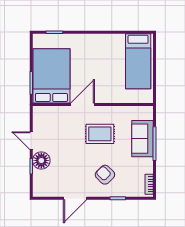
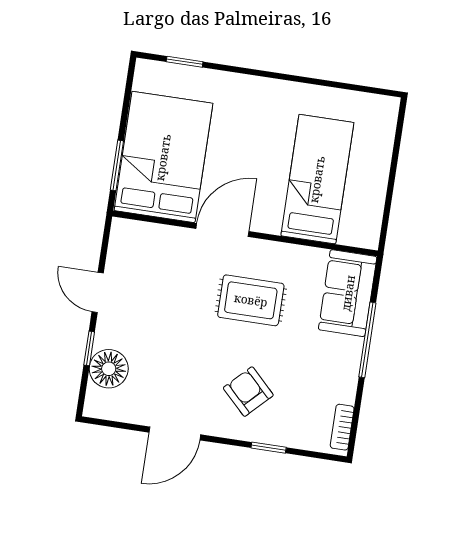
bed: (138, 61) -> (317, 179), moved, turned 180
sofa: (143, 139) -> (348, 293), moved
floor lamp: (41, 160) -> (109, 369), moved

